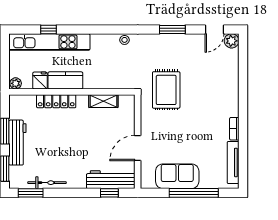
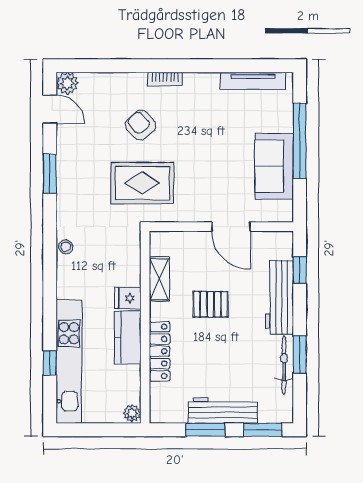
fridge: (40, 80) -> (128, 298), moved
armchair: (204, 89) -> (141, 125), added
bookcase: (234, 129) -> (165, 79), moved
pallet: (87, 135) -> (211, 304), added
workbench: (111, 180) -> (279, 297), moved
window: (31, 193) -> (300, 354), moved

